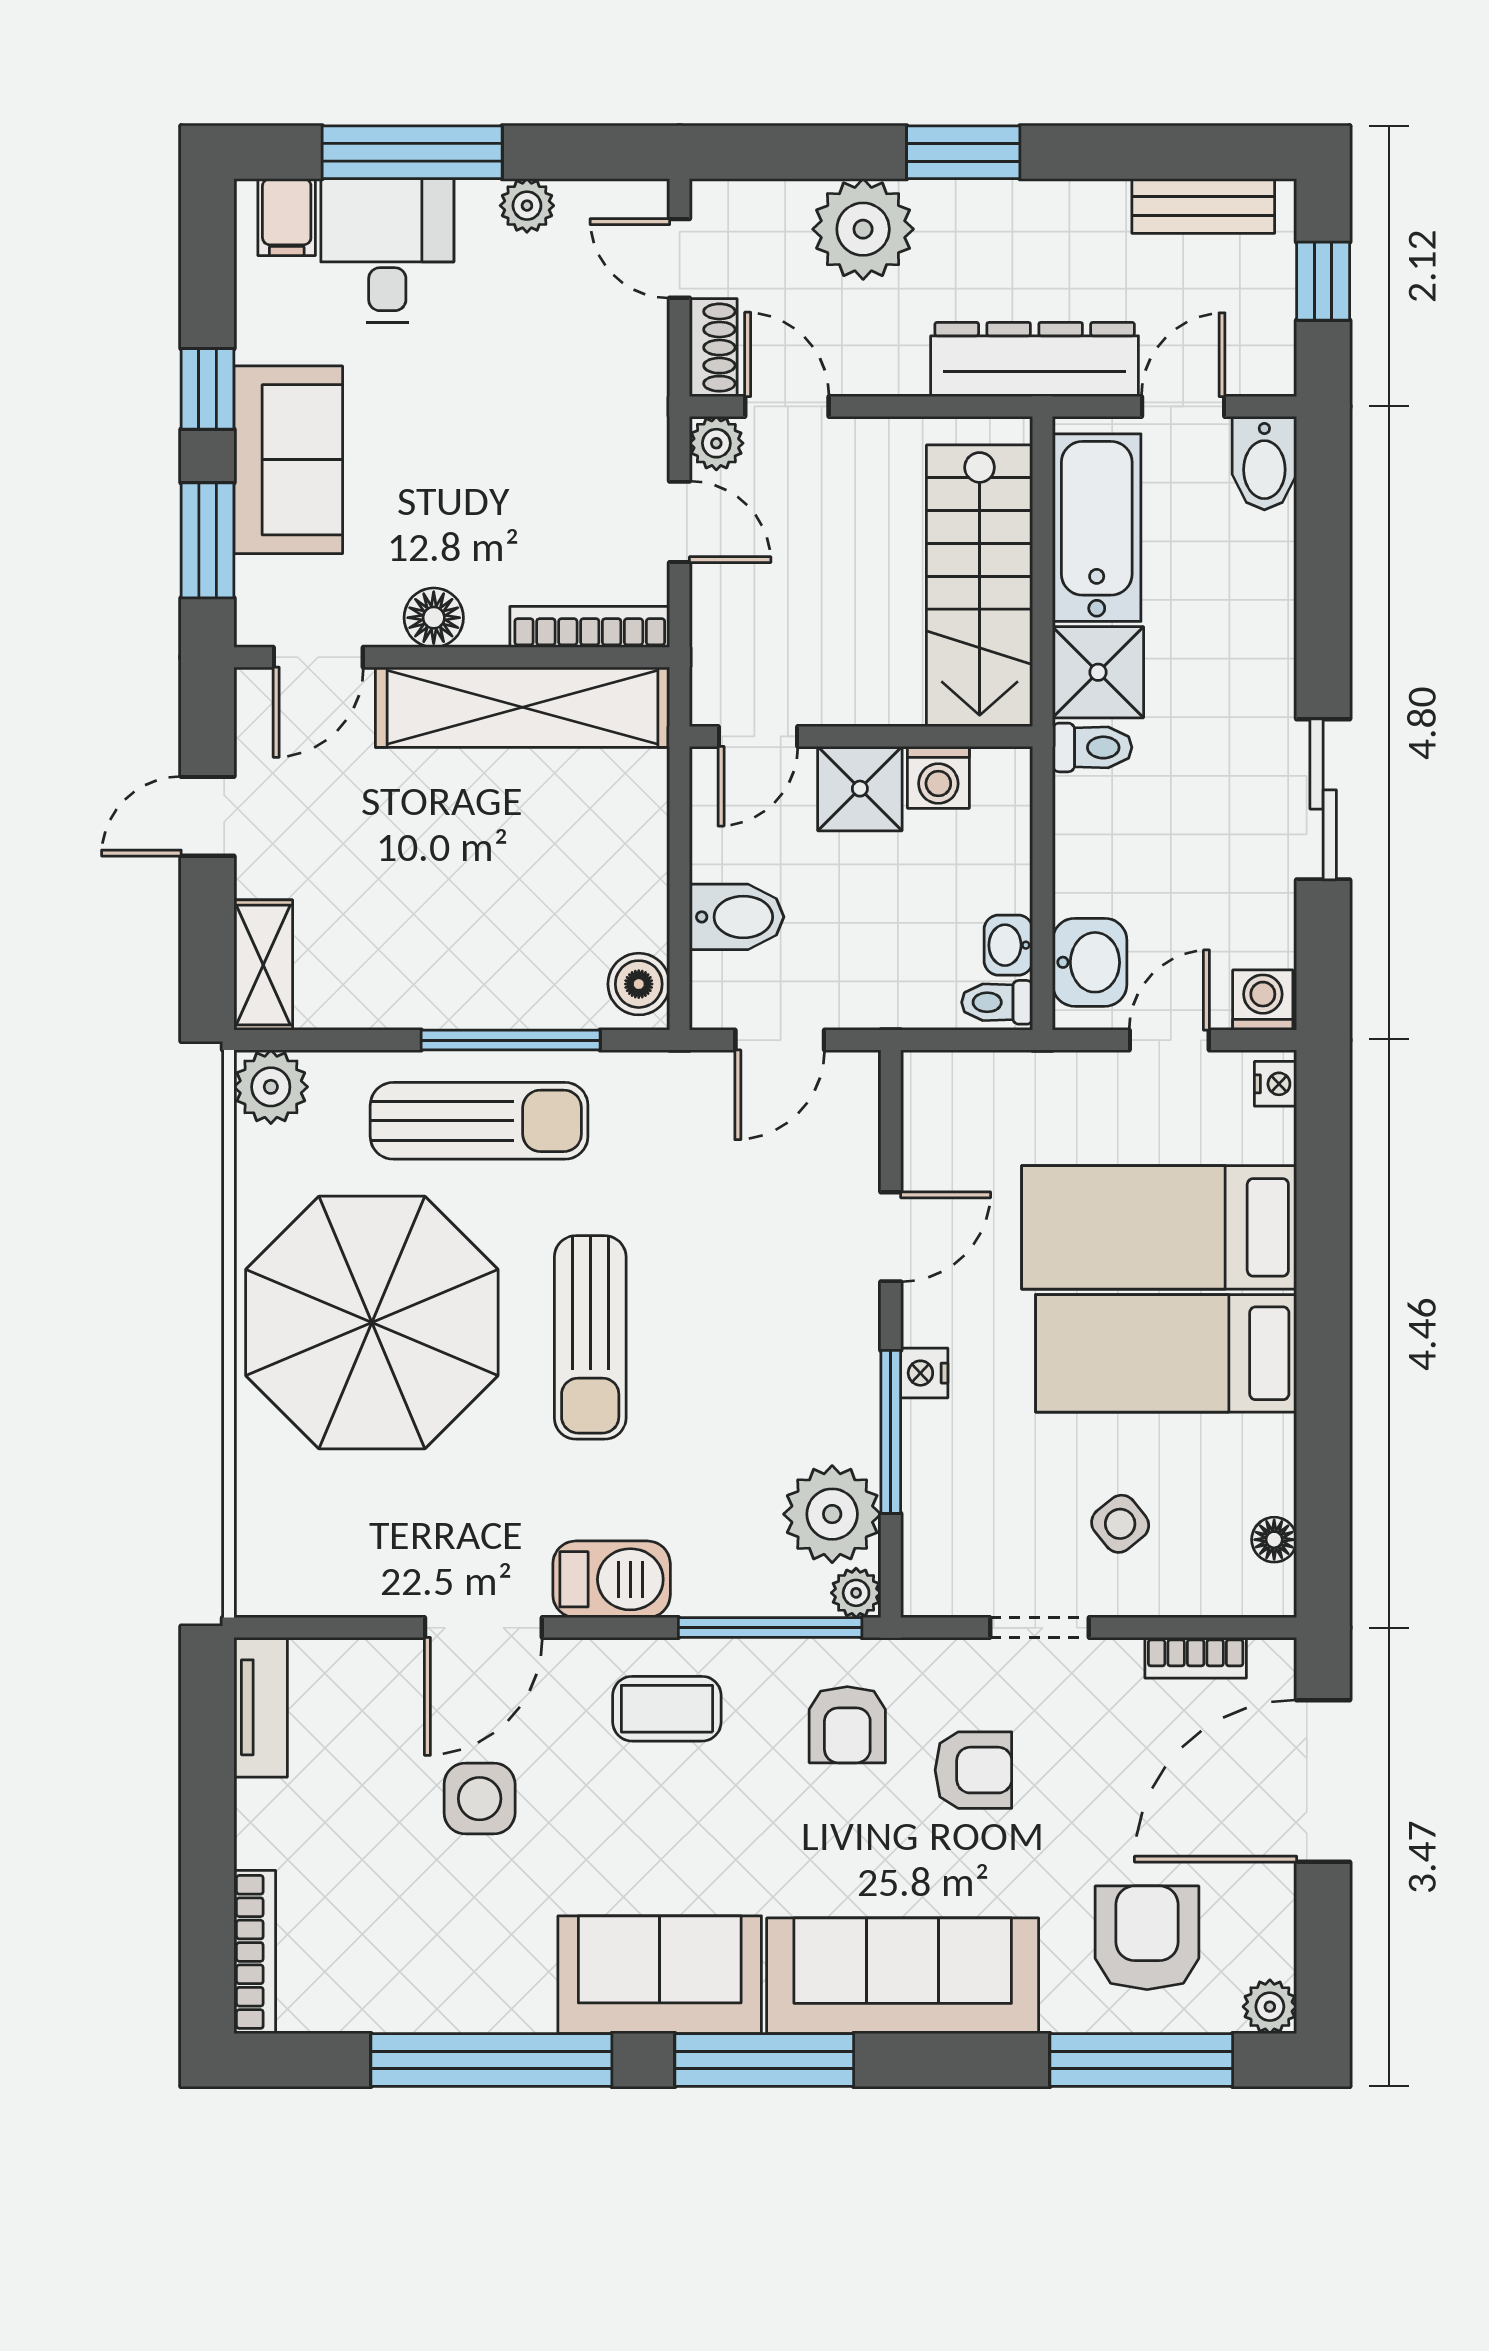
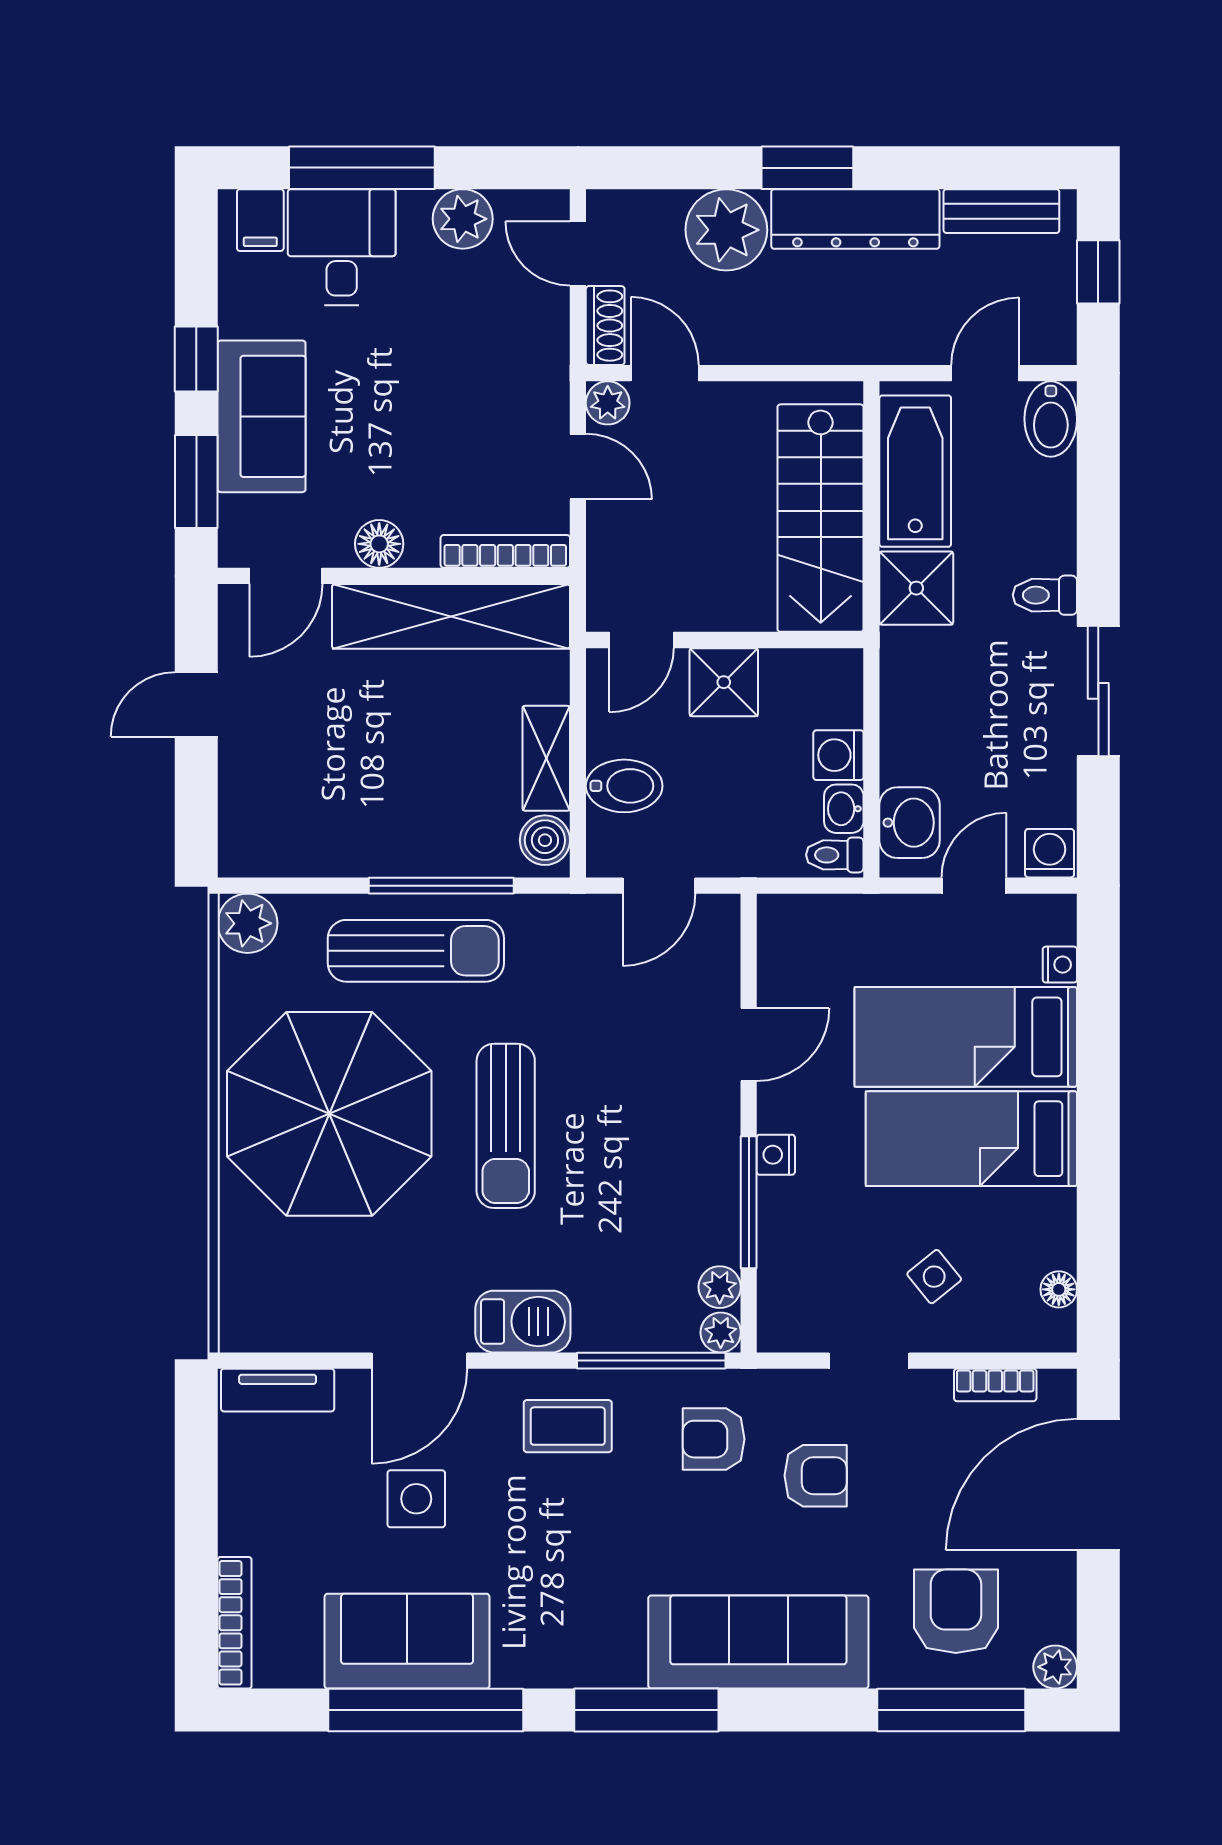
plant: (527, 206) -> (463, 219), width x1.38, depth x1.38
dresser: (1035, 359) -> (855, 219), moved, turned 180
toilet: (1092, 747) -> (1045, 595), moved, turned 180
washing machine: (938, 777) -> (838, 755), moved, turned 90
shelving: (263, 965) -> (546, 758), moved
nightstand: (1276, 1084) -> (1060, 965), moved
plant: (832, 1514) -> (720, 1287), width x0.53, depth x0.53
tv unit: (261, 1707) -> (278, 1390), moved, turned 90
armchair: (847, 1725) -> (714, 1439), turned 90
sofa: (660, 1975) -> (407, 1641), moved

